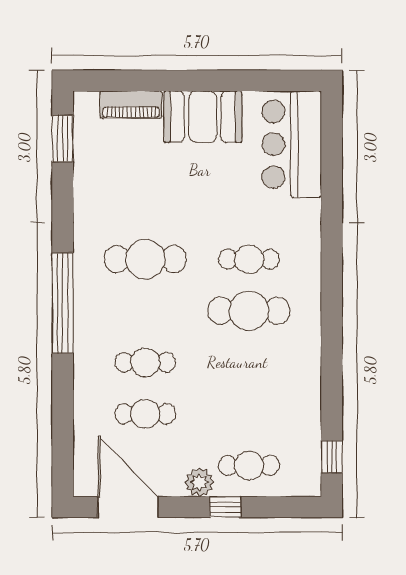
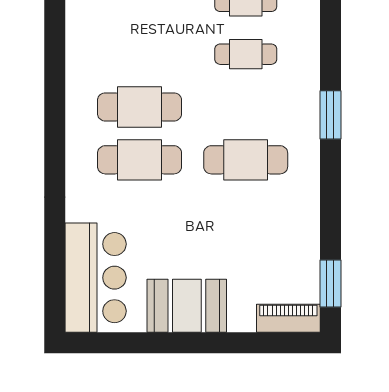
piano: (131, 105) -> (288, 318), moved
cafe table: (249, 259) -> (140, 160), width x1.37, depth x1.35
window: (63, 303) -> (330, 115), width x0.47

